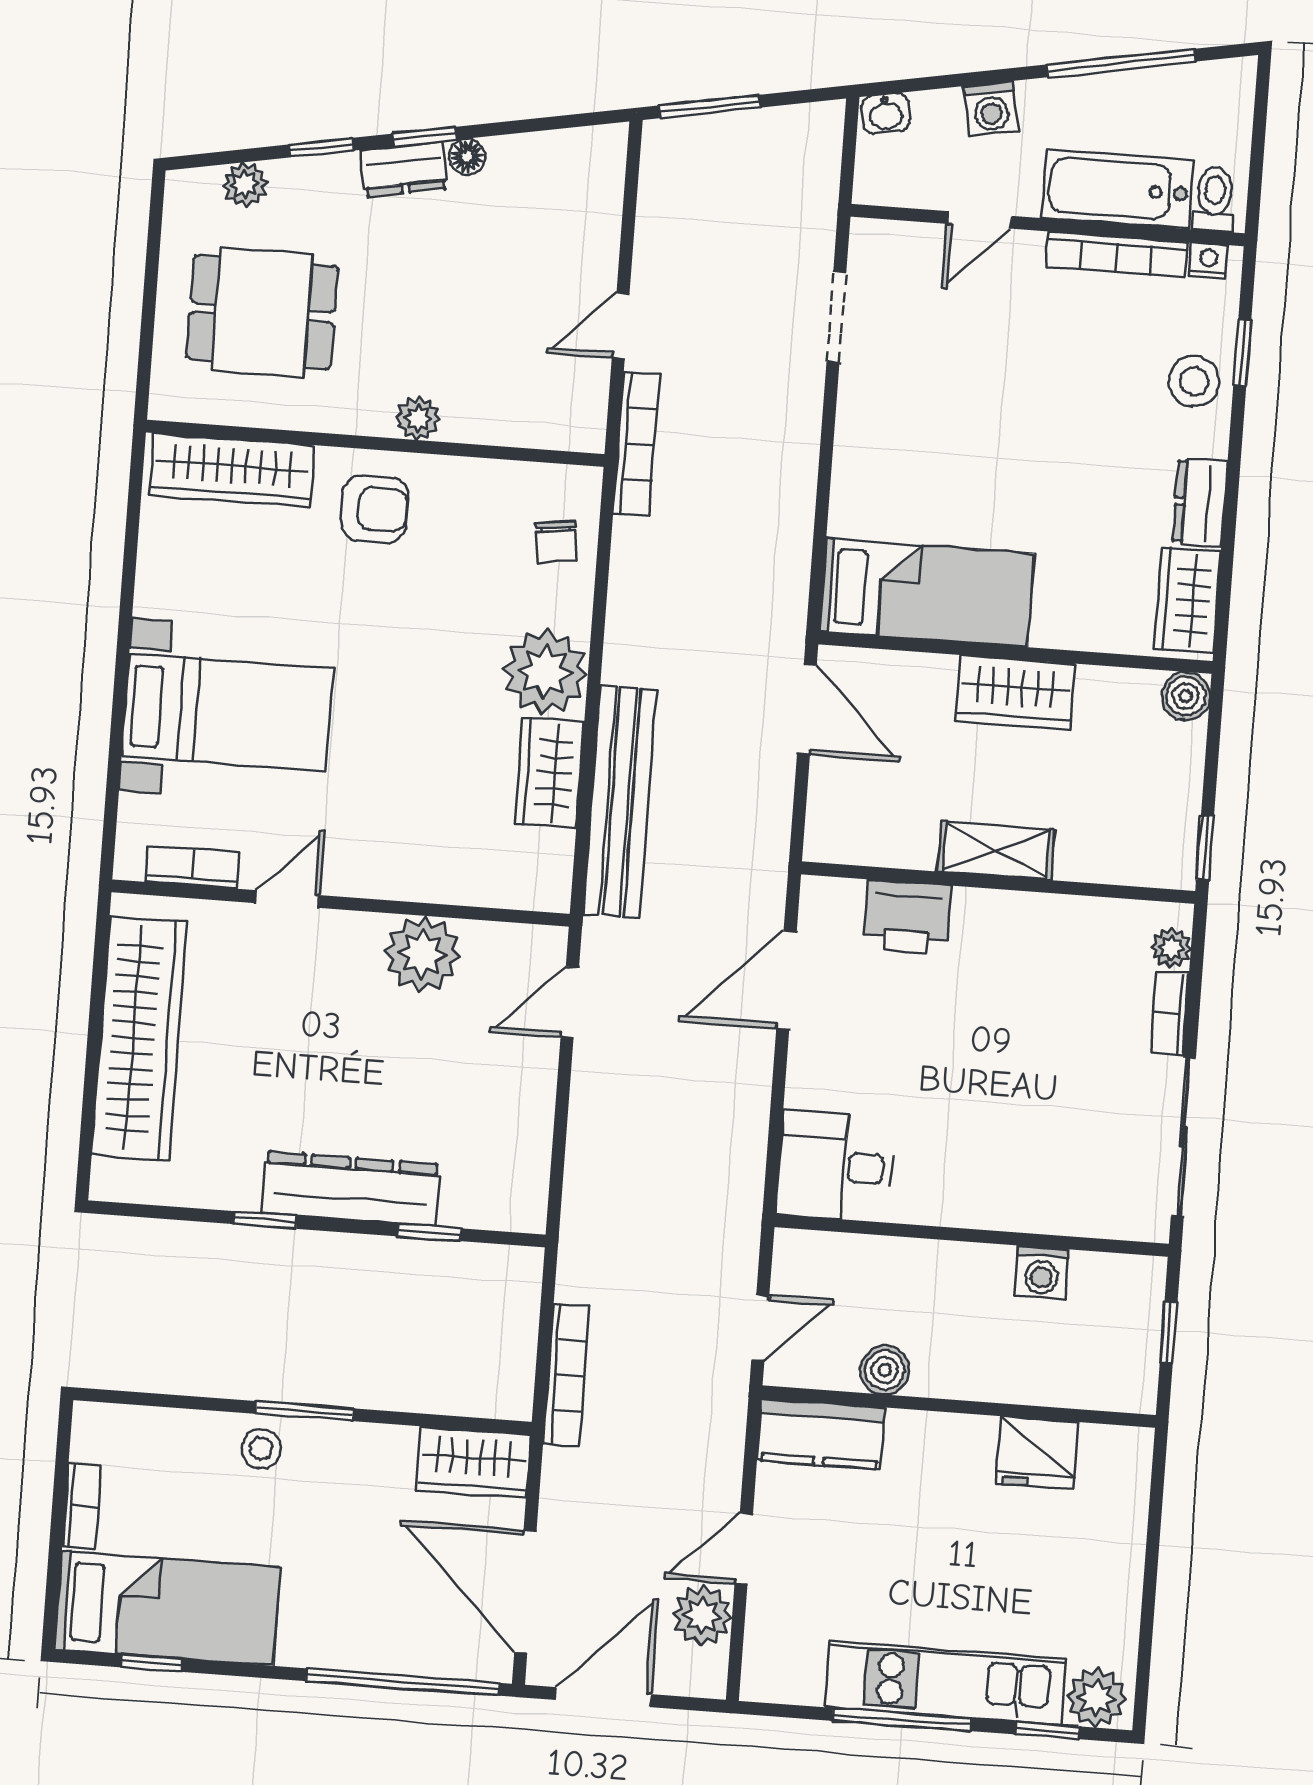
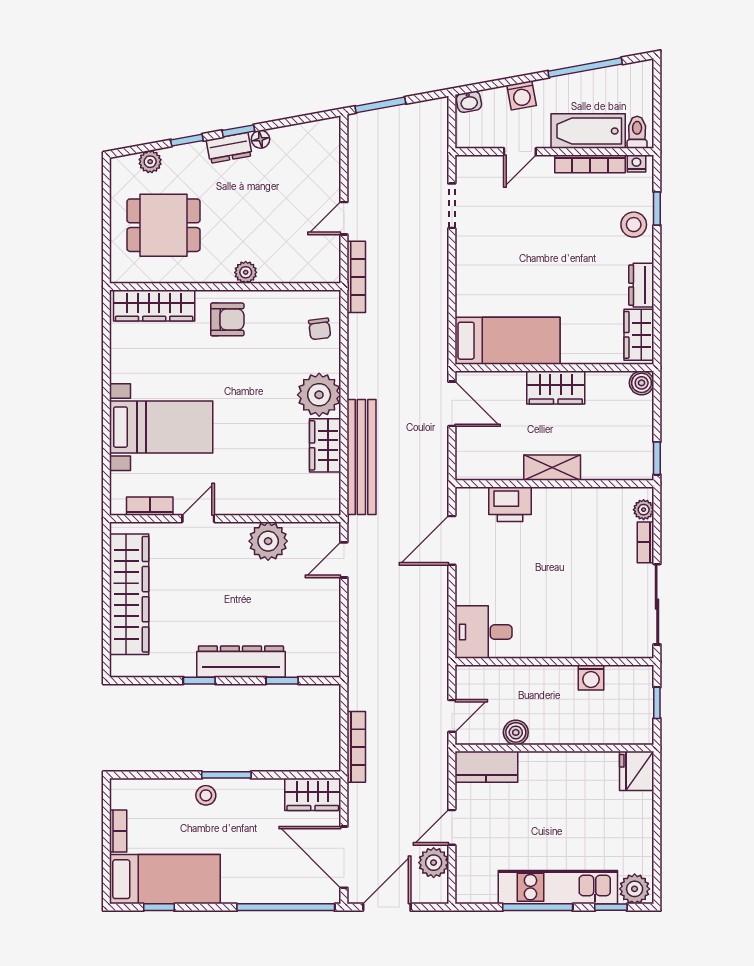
fridge: (1037, 1453) -> (637, 771), moved, turned 90

